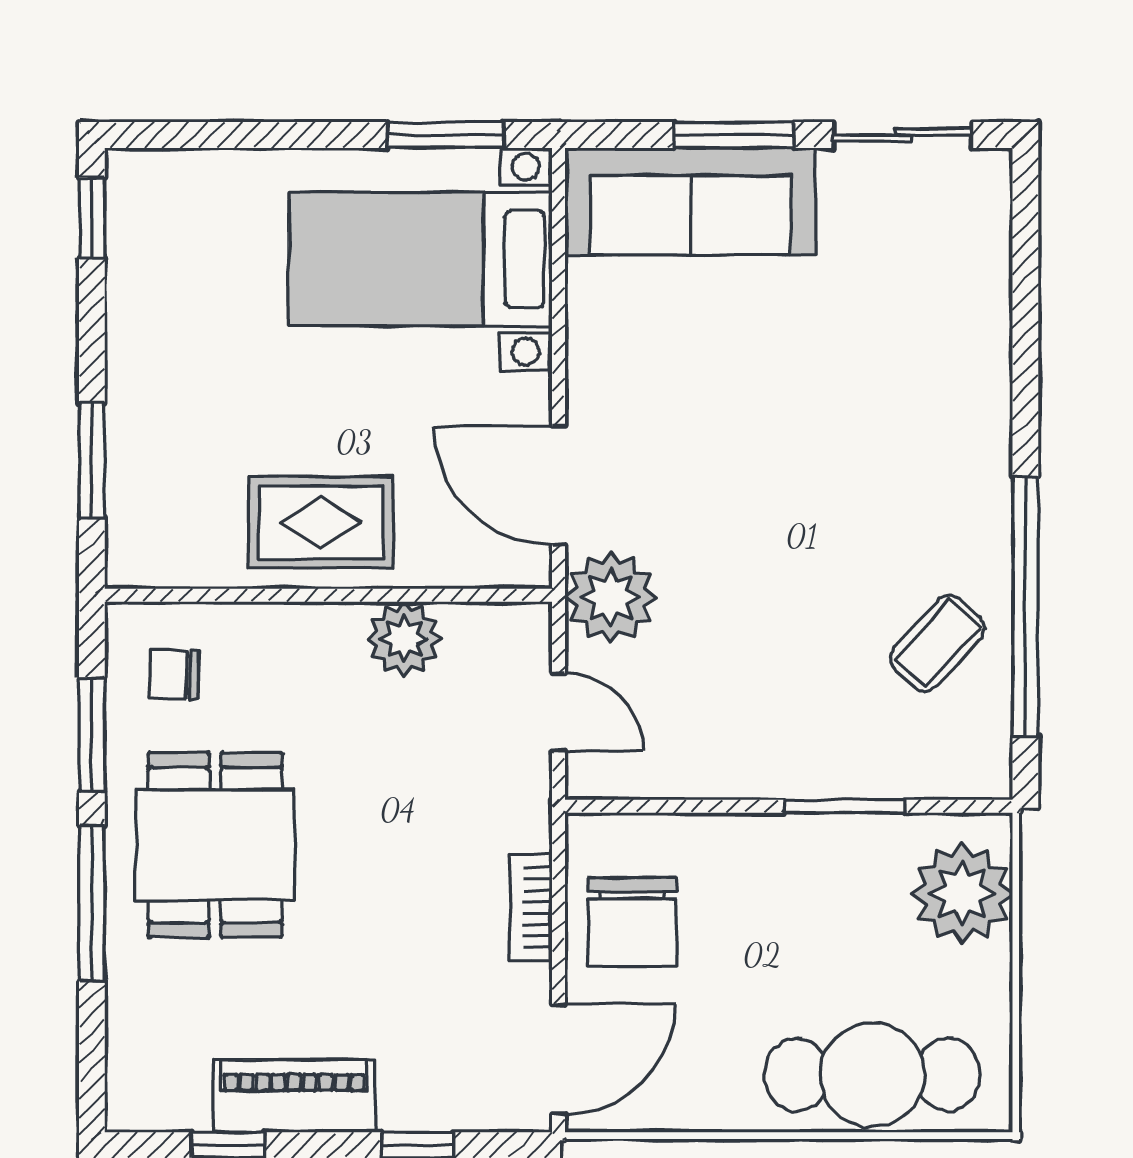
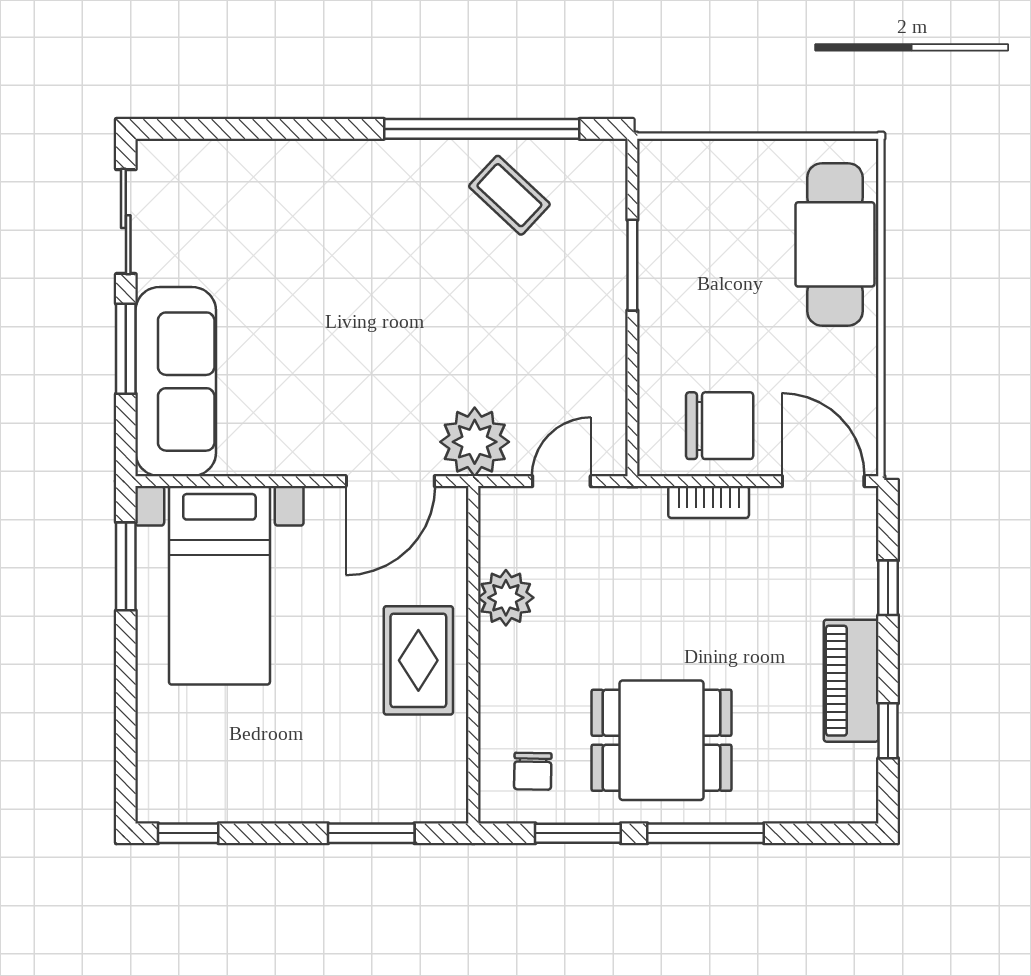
plant: (962, 894) -> (698, 176), removed

